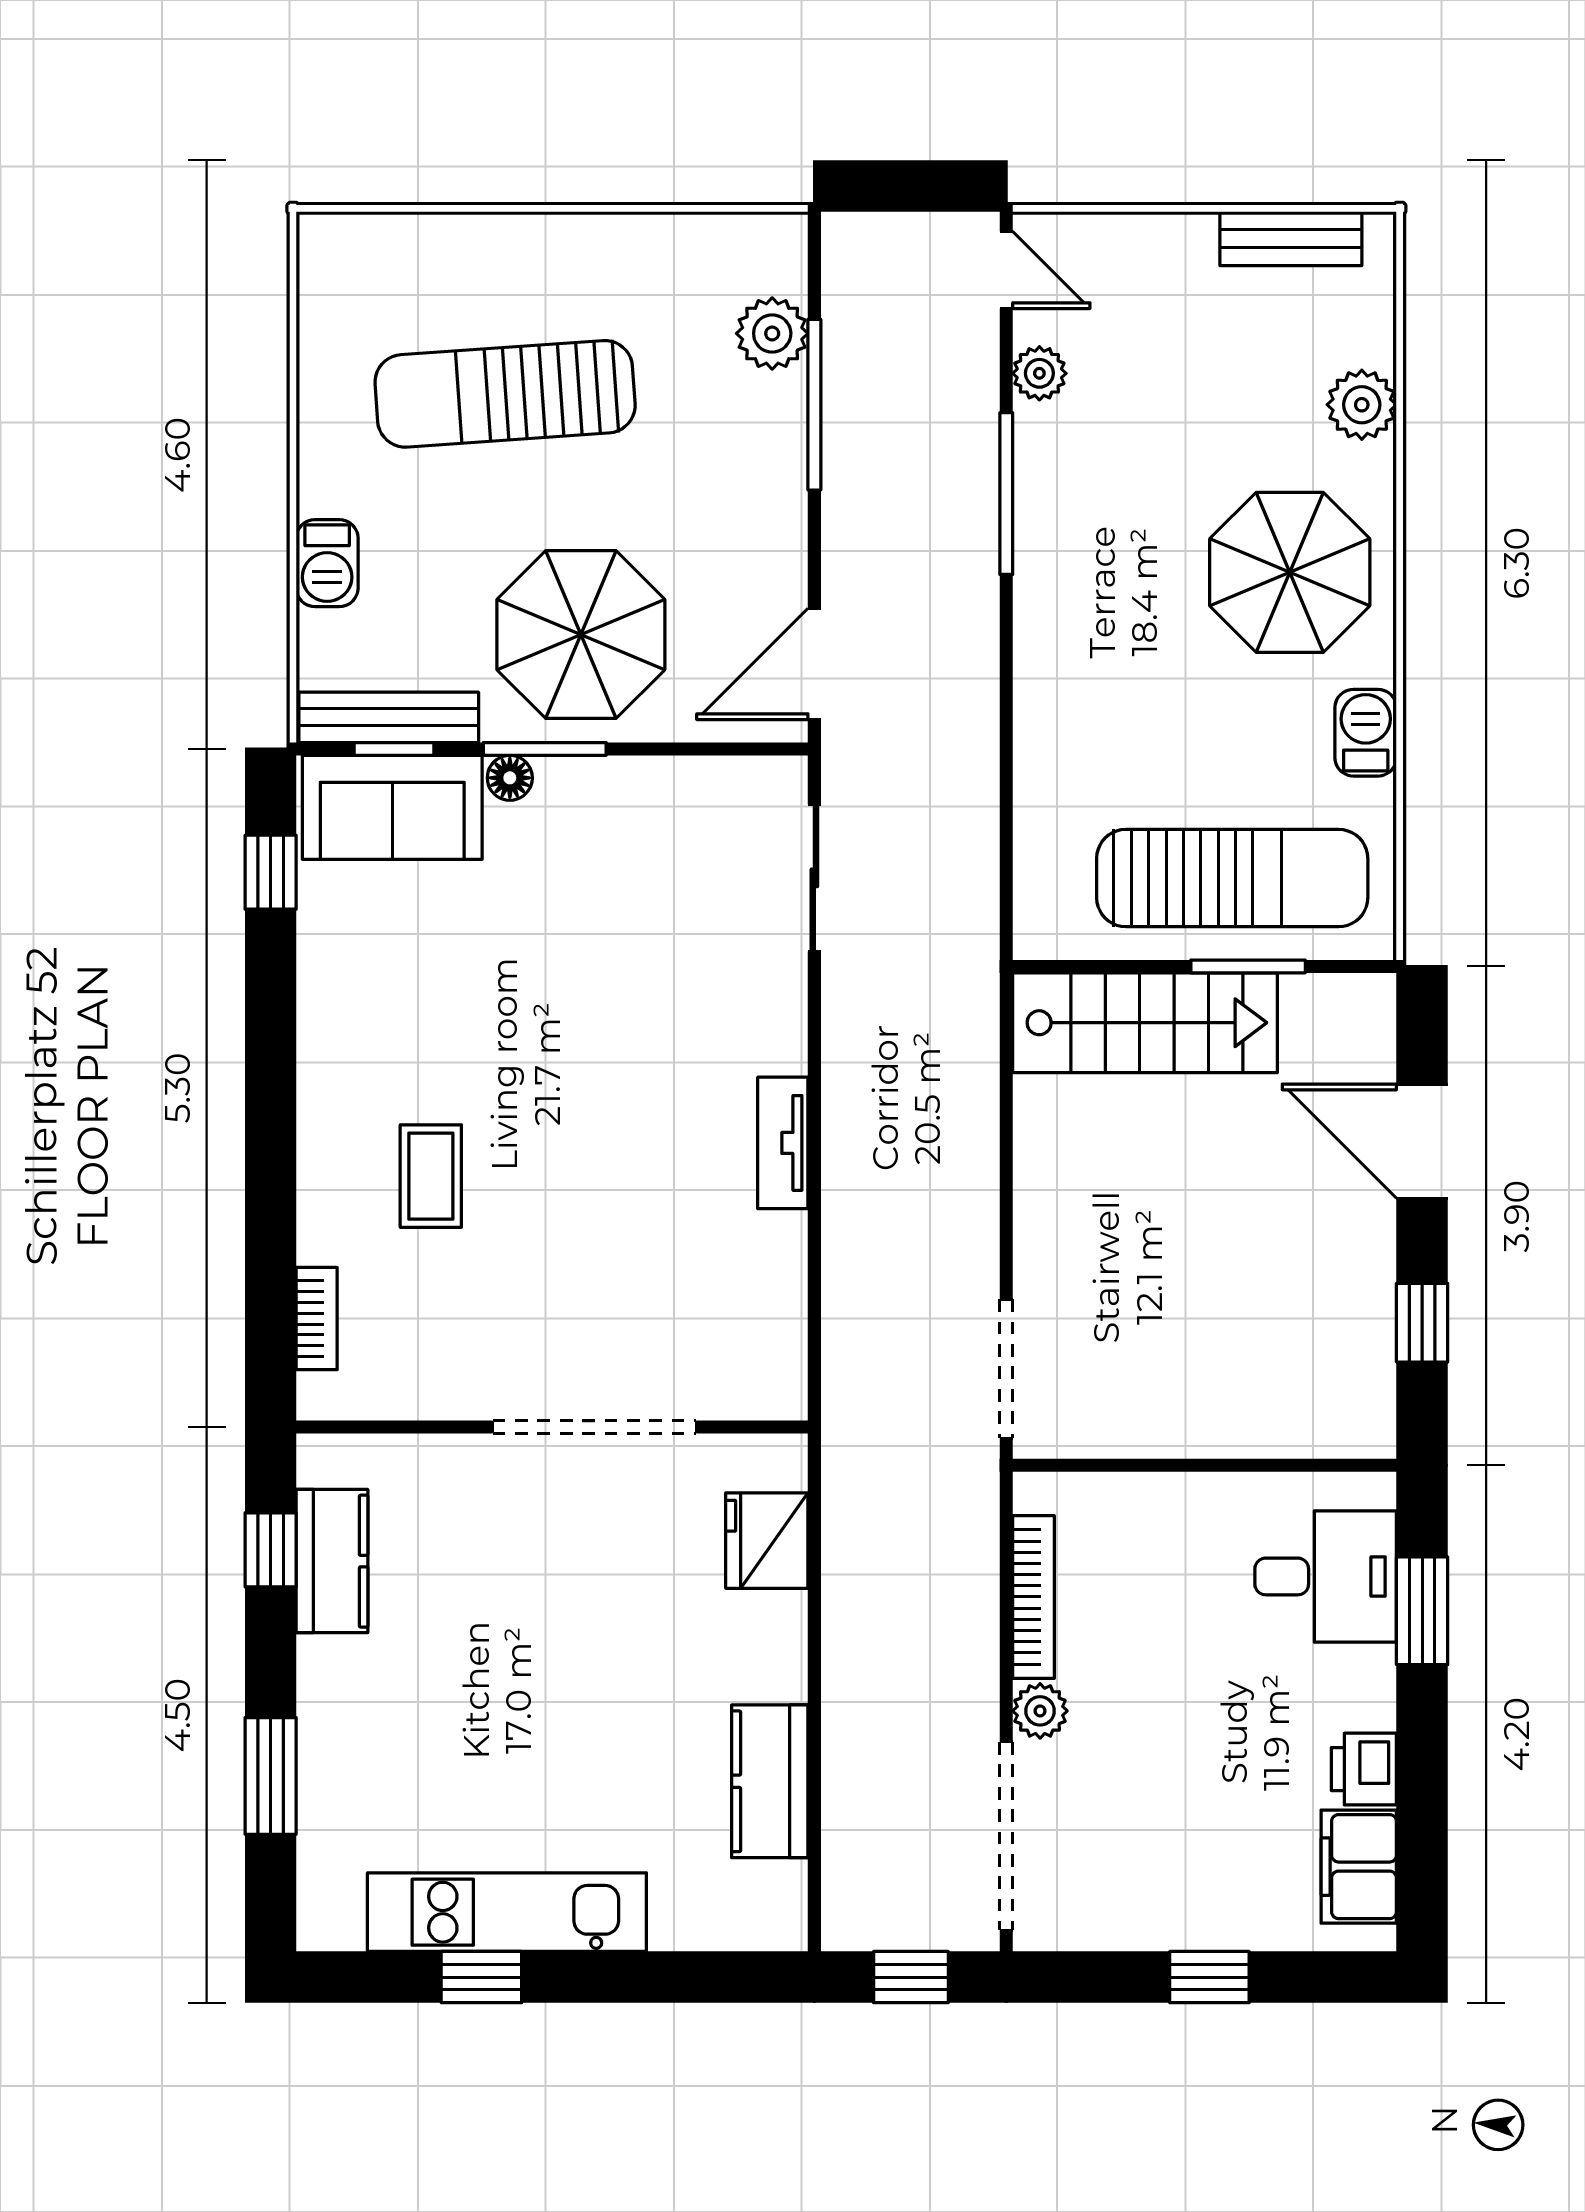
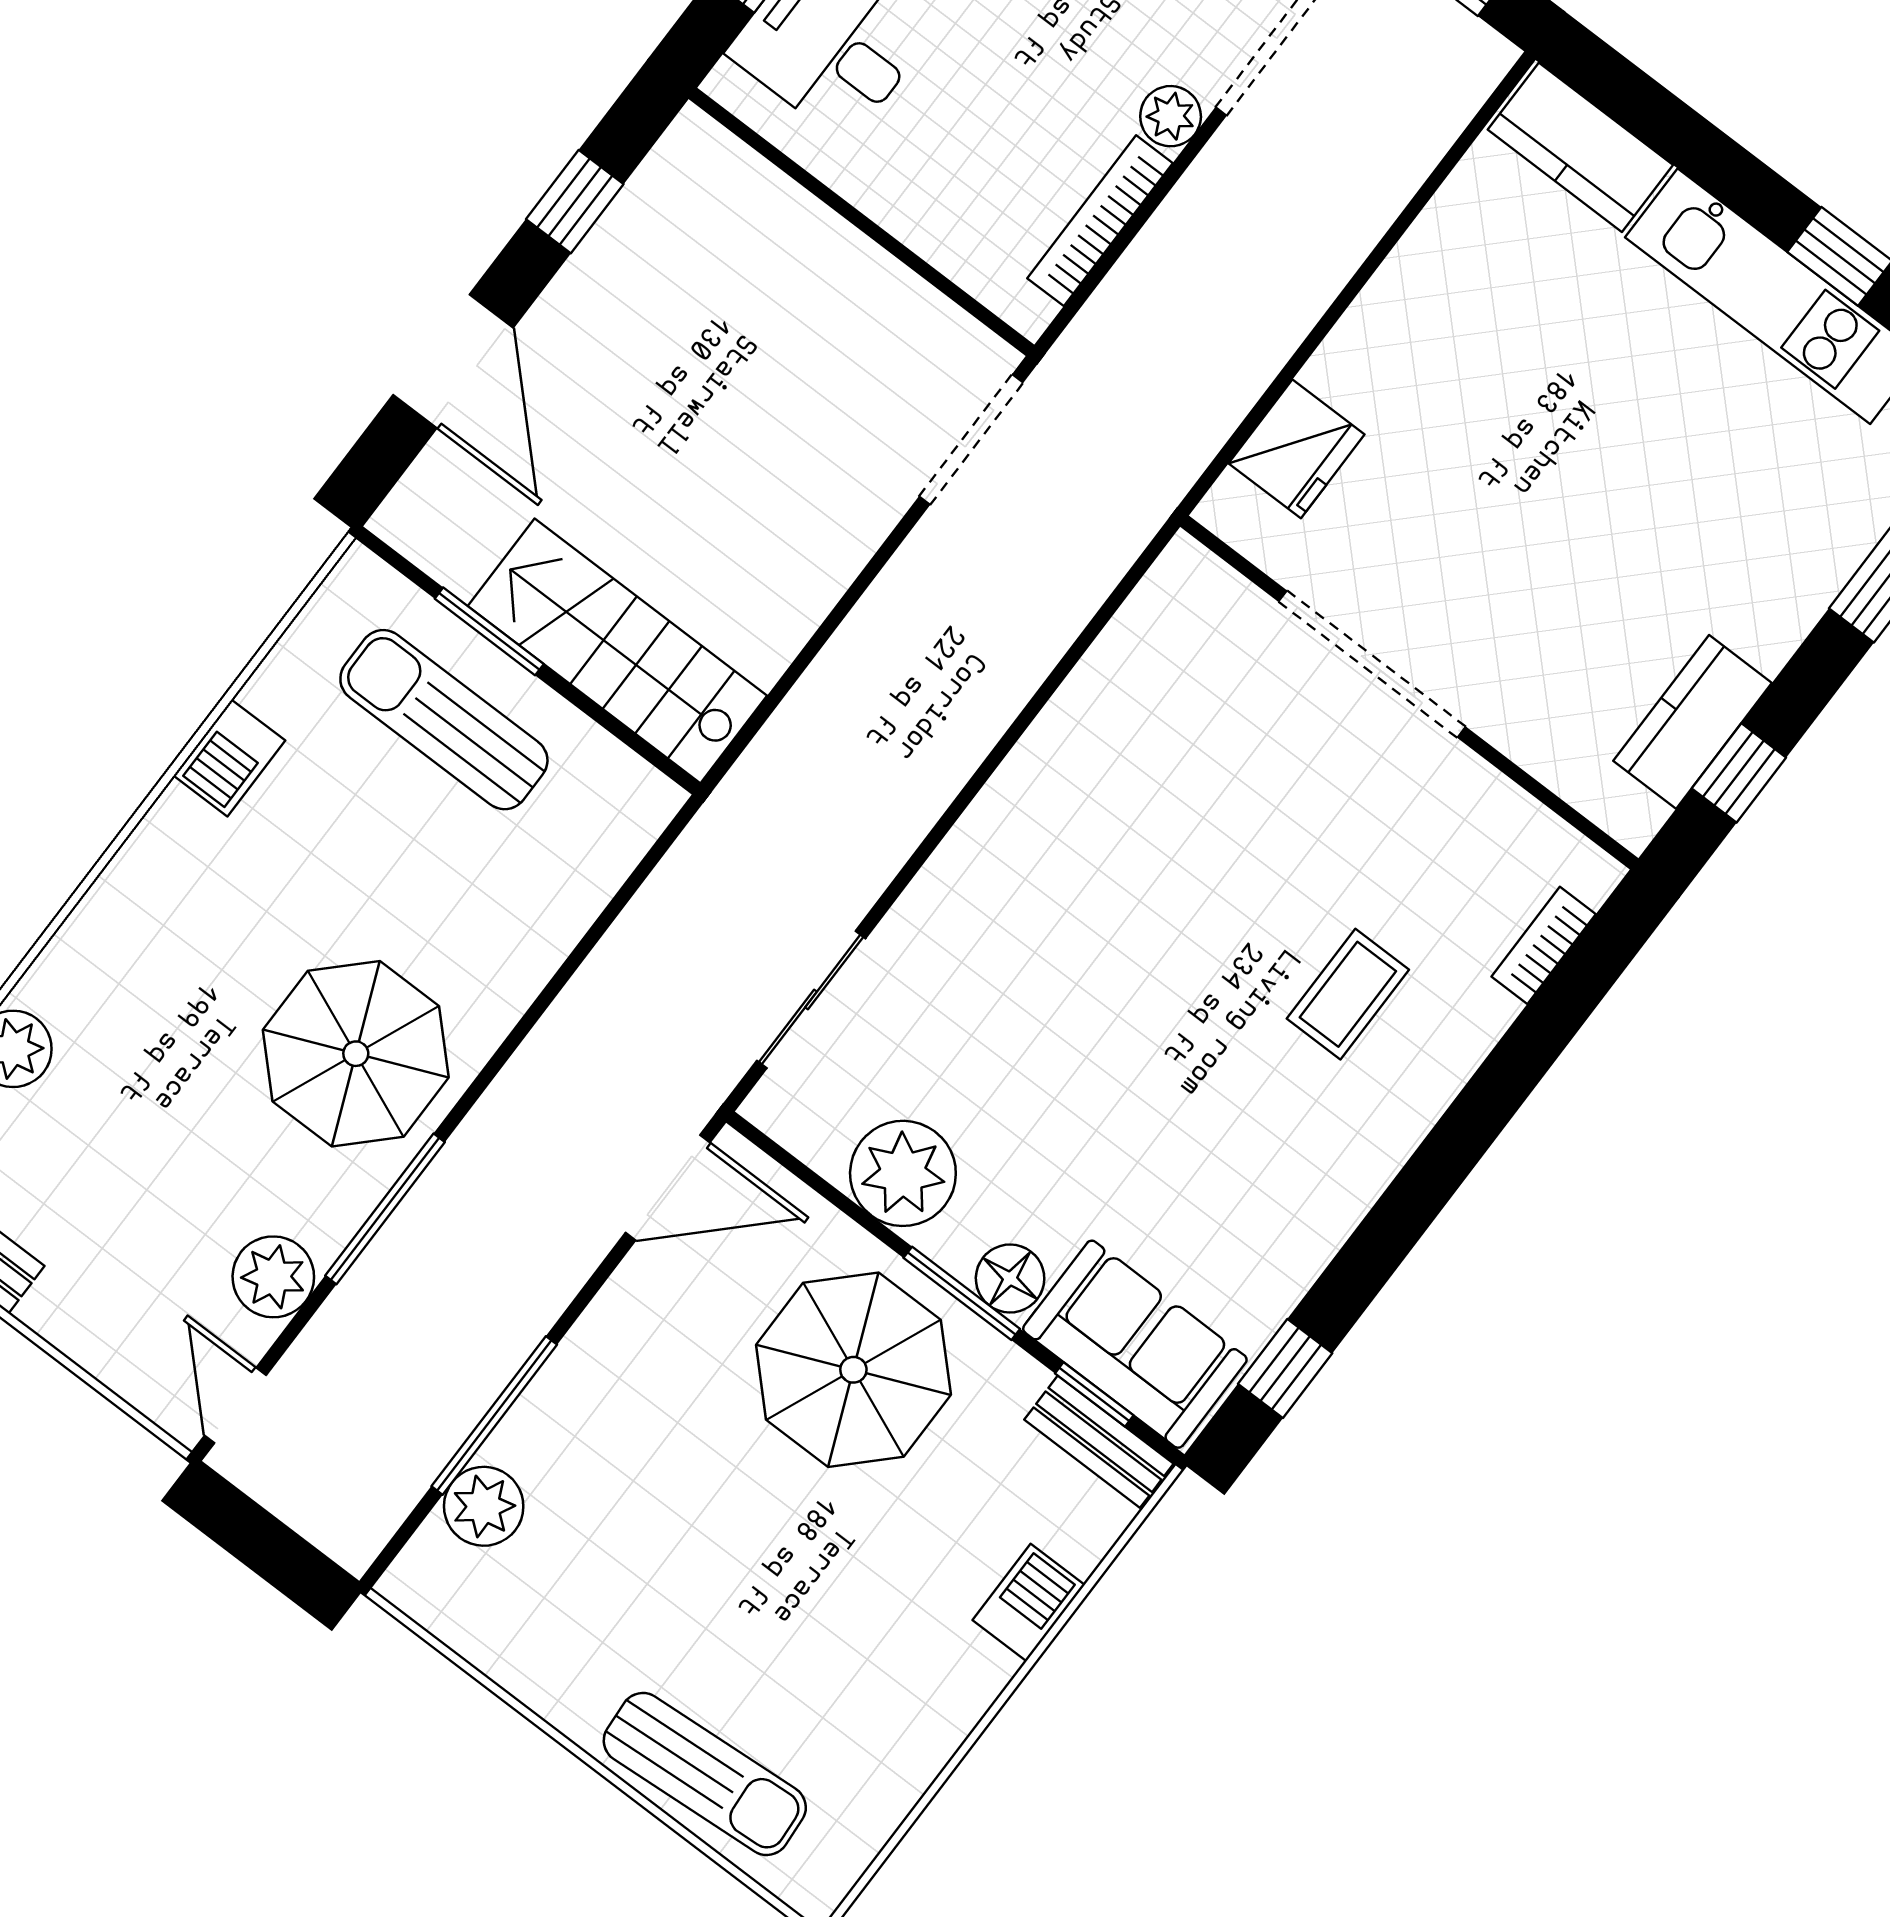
plant: (1039, 373) -> (273, 1277), width x1.38, depth x1.38
sun lounger: (505, 394) -> (705, 1774), moved, width x0.73, depth x0.75
parasol: (1290, 572) -> (356, 1054), moved
bench: (389, 717) -> (1099, 1442), width x0.73
floor lamp: (510, 778) -> (1010, 1278), width x1.37, depth x1.37
plant: (653, 803) -> (903, 1173), added
sun lounger: (1232, 878) -> (444, 720), width x0.73, depth x0.75
tv unit: (783, 1143) -> (1016, 788), removed
kitchen counter: (770, 1781) -> (1580, 147), moved, turned 90

